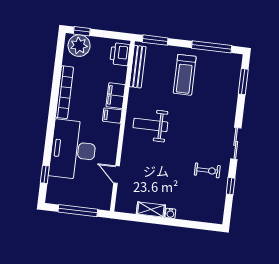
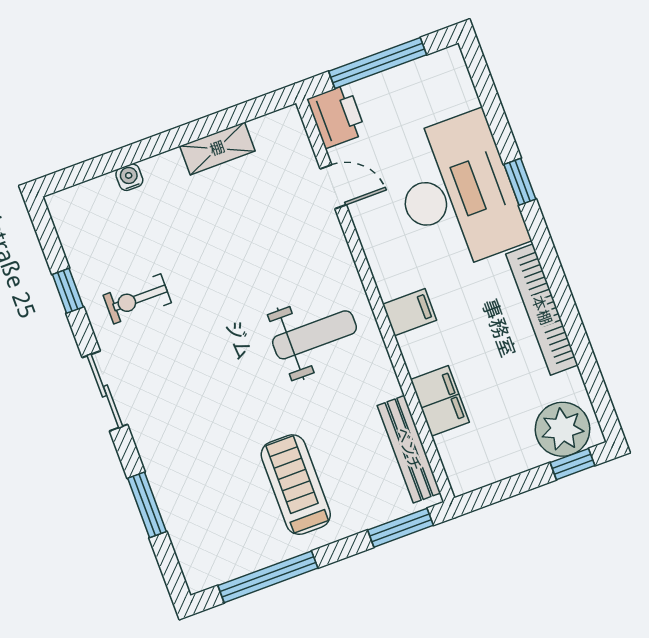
printer: (120, 54) -> (337, 116), moved
window: (243, 82) -> (147, 505), moved
filing cabinet: (116, 96) -> (440, 401), moved
window: (45, 174) -> (520, 182), moved
water cooler: (170, 213) -> (129, 177), moved

